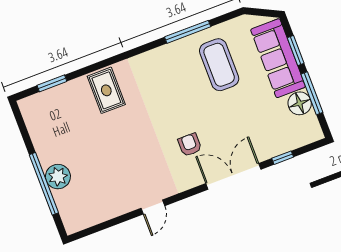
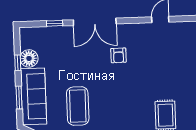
window: (312, 93) -> (18, 63), width x0.46

